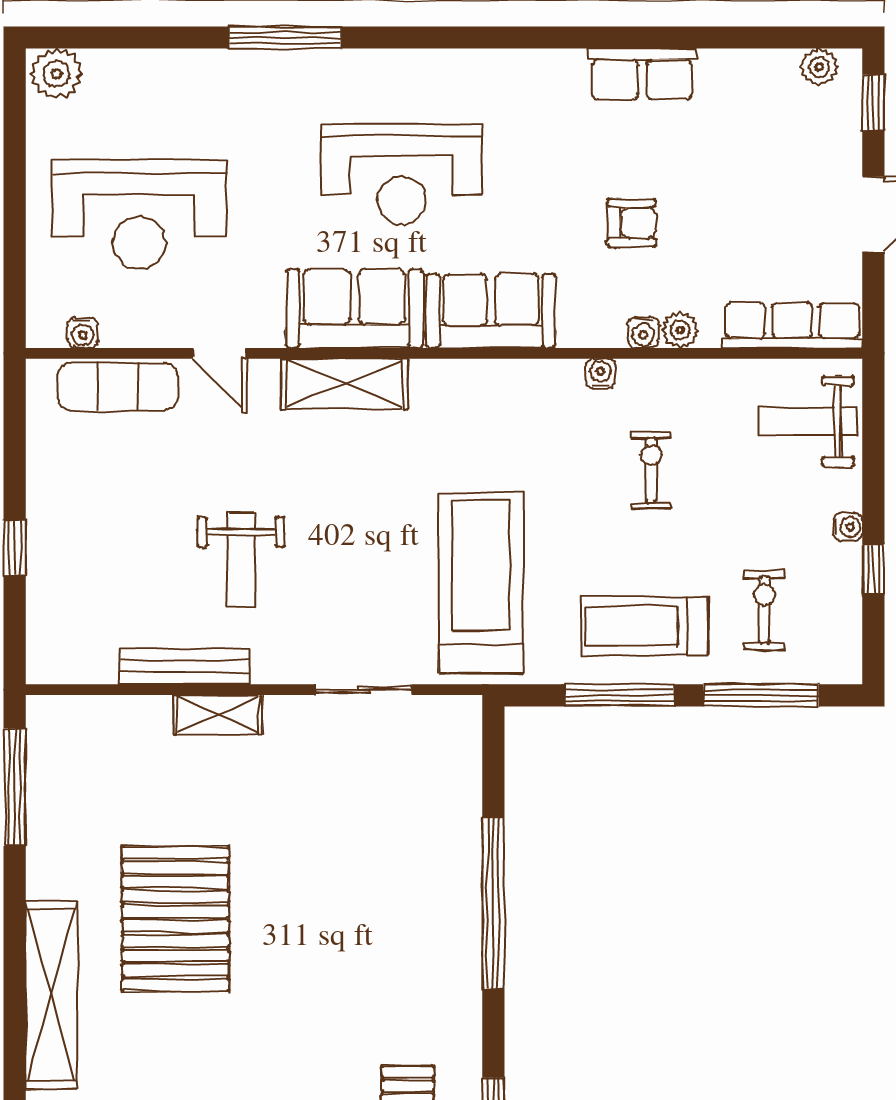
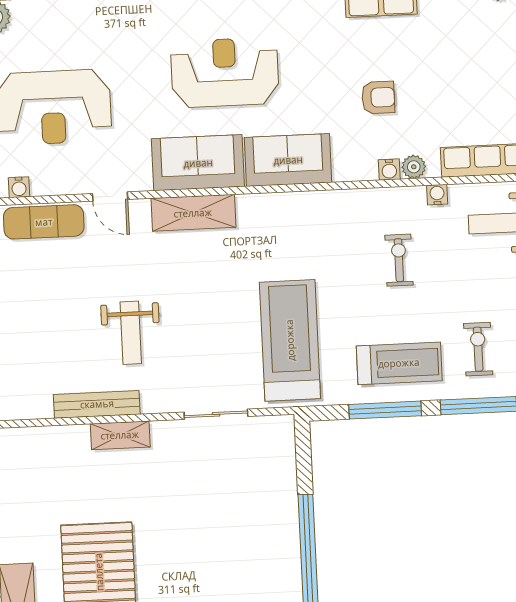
reception desk: (402, 174) -> (225, 72), turned 180
water cooler: (600, 374) -> (437, 195), moved
treadmill: (644, 626) -> (399, 363), turned 180

